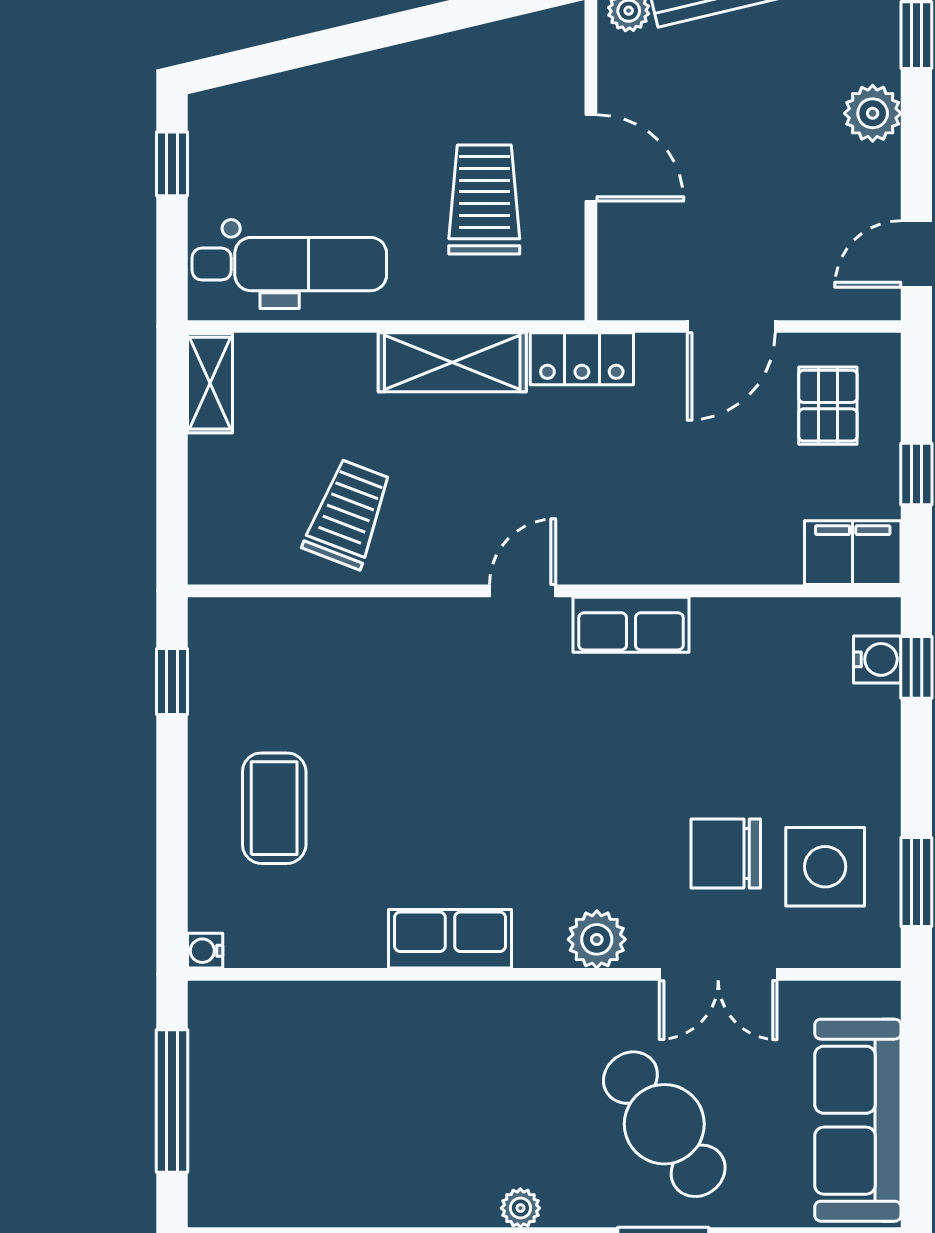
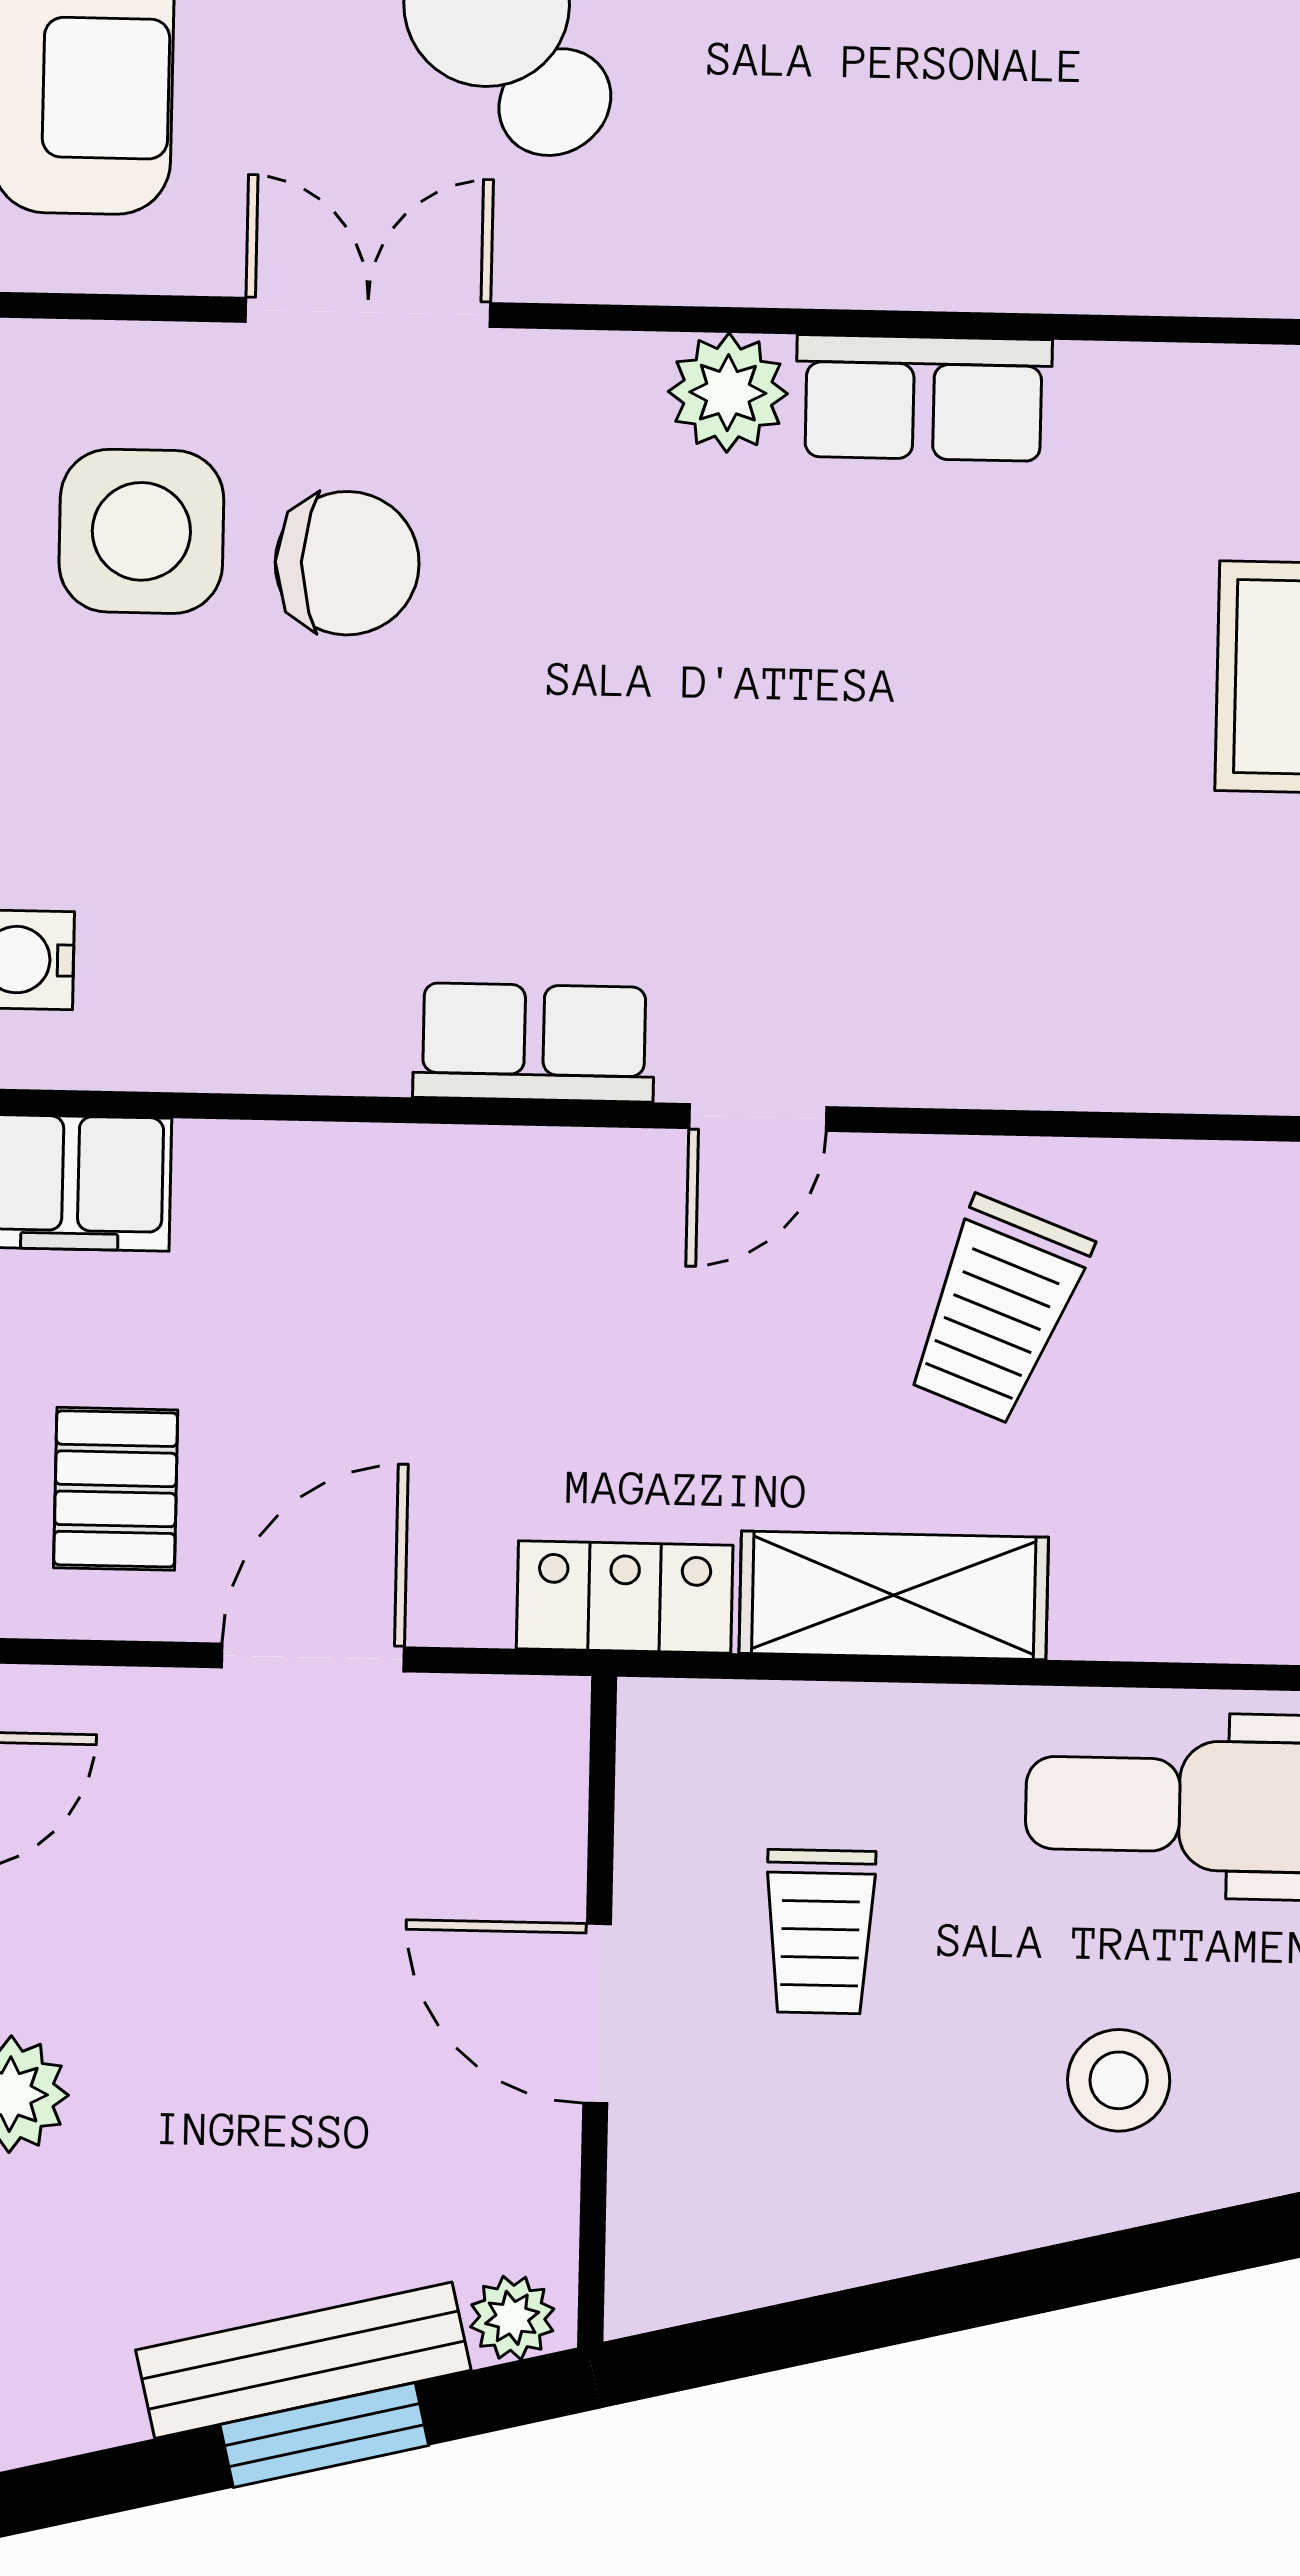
stool: (339, 131) -> (1119, 2080), added
trolley: (484, 200) -> (820, 1932), width x0.73, depth x0.72
trolley: (348, 514) -> (998, 1310), moved
plant: (597, 939) -> (728, 393), moved

